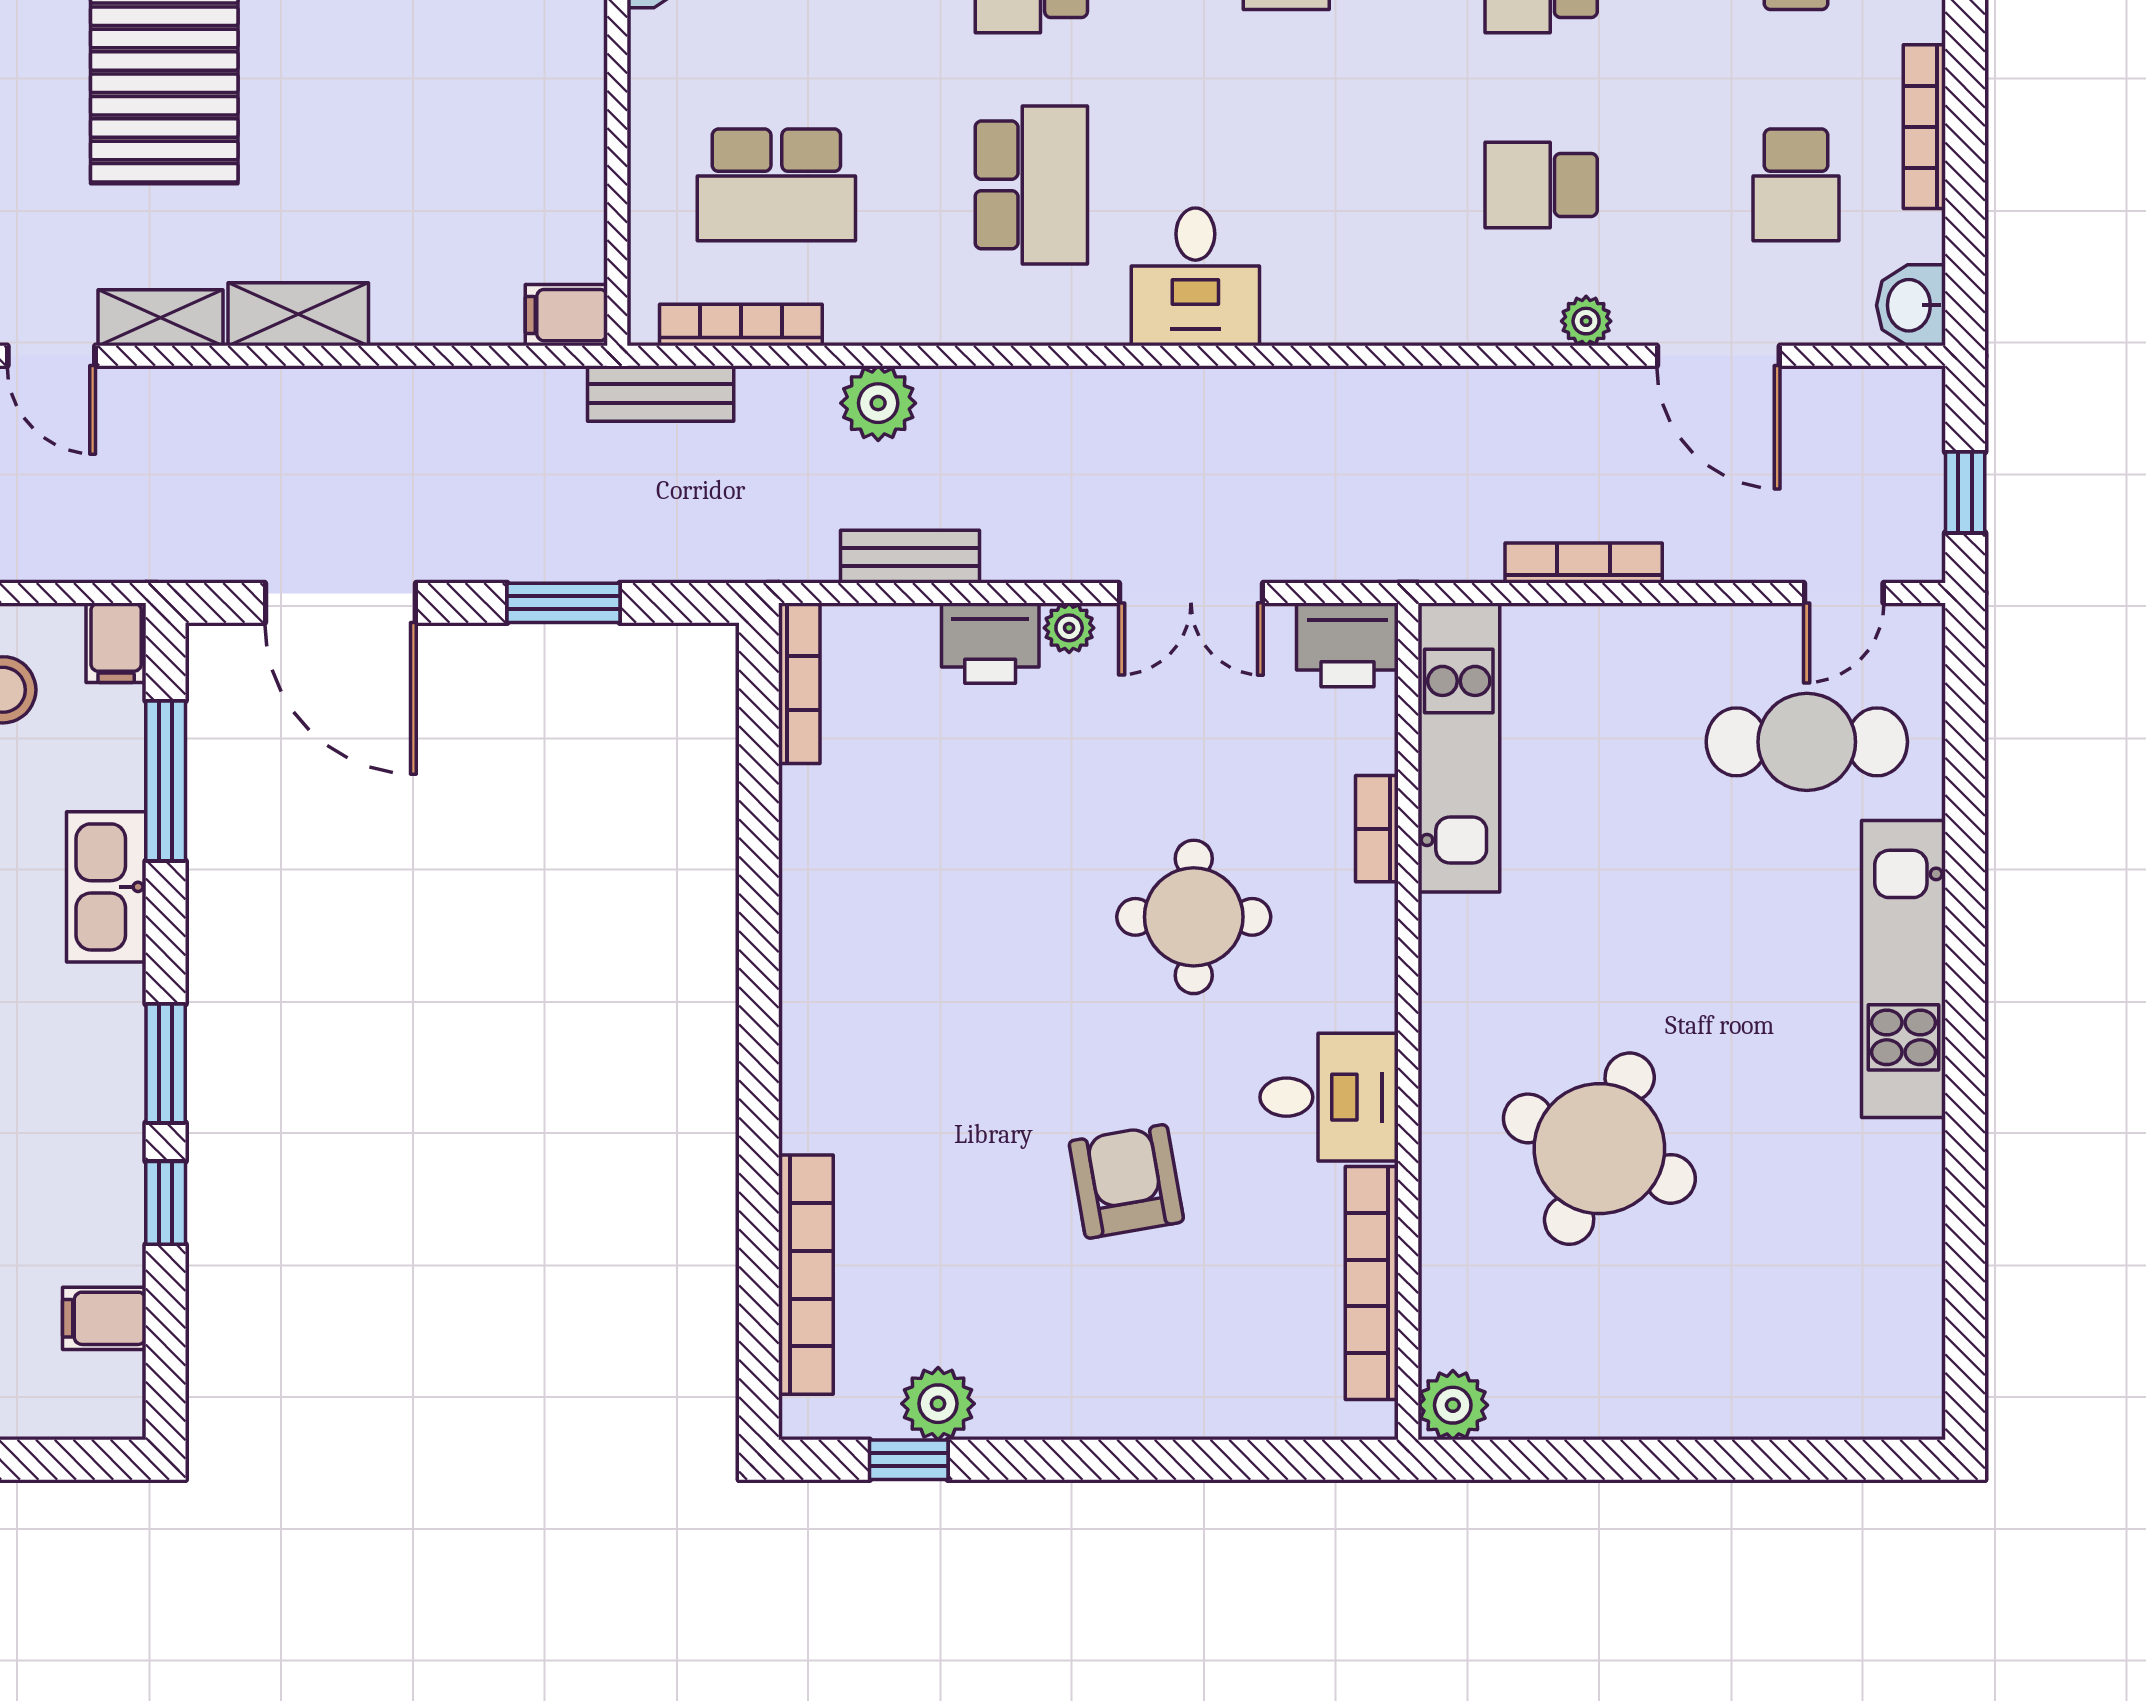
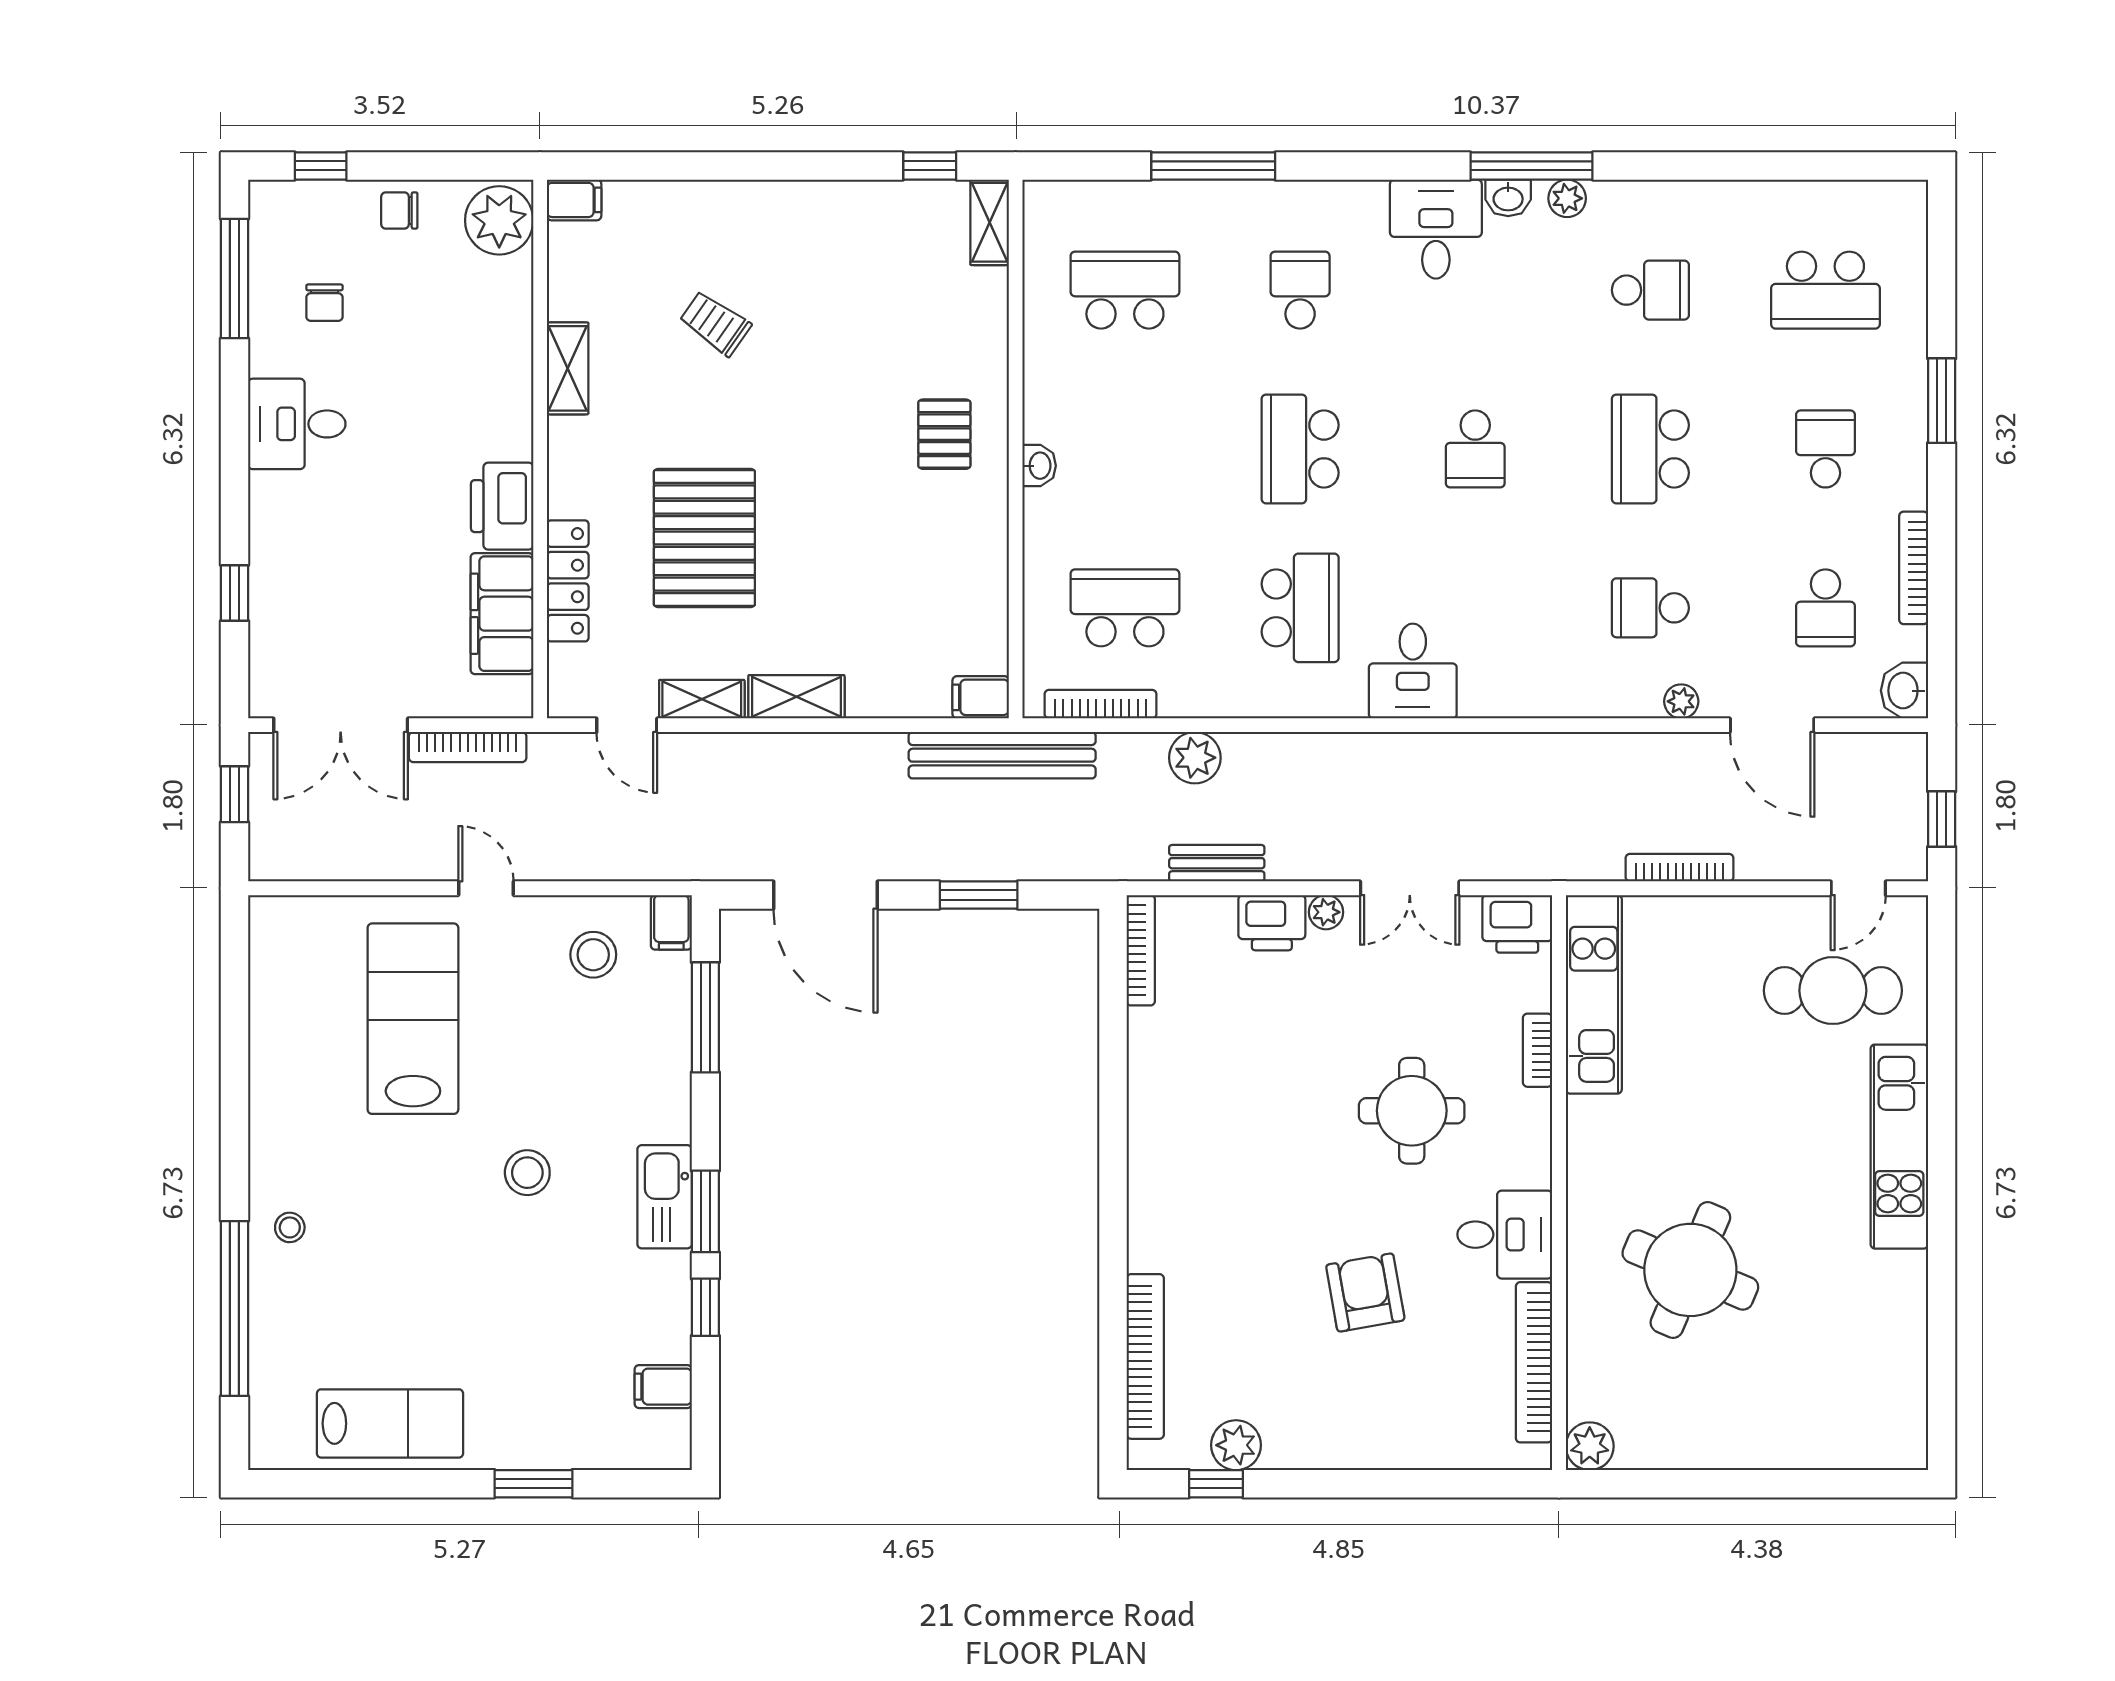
school desk: (776, 185) -> (1125, 608), turned 180
bench: (661, 393) -> (1002, 755), width x1.86, depth x1.21
kitchen sink: (106, 887) -> (665, 1197), moved

